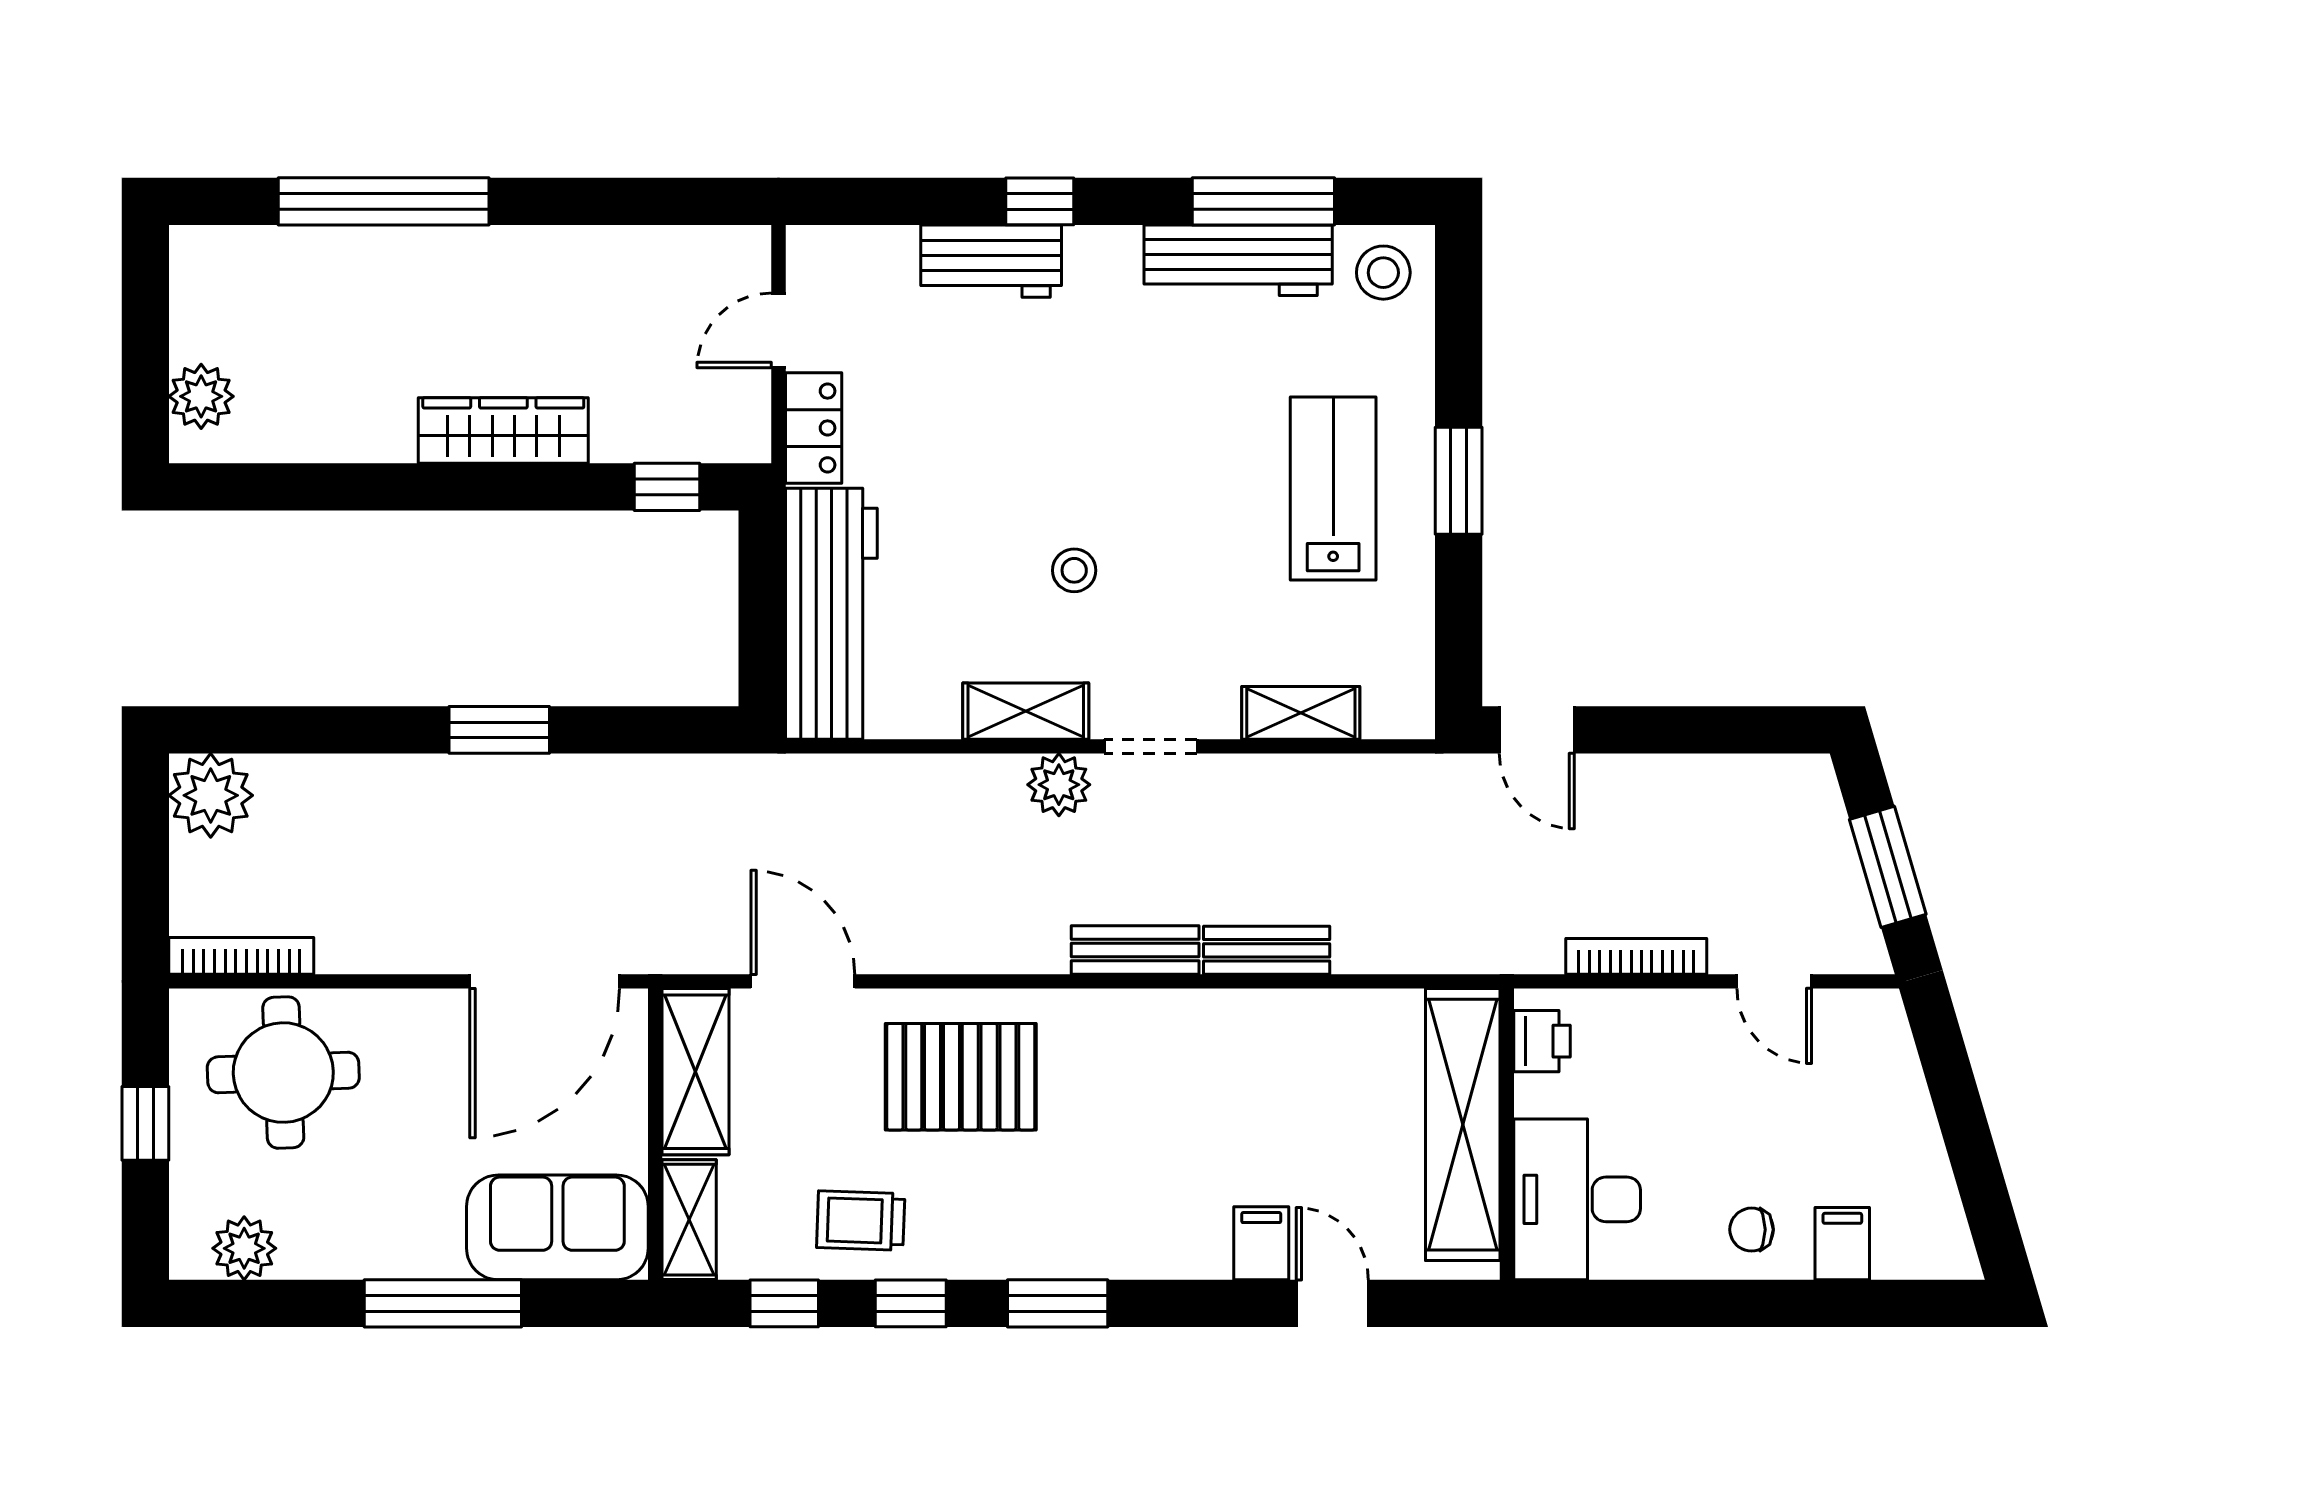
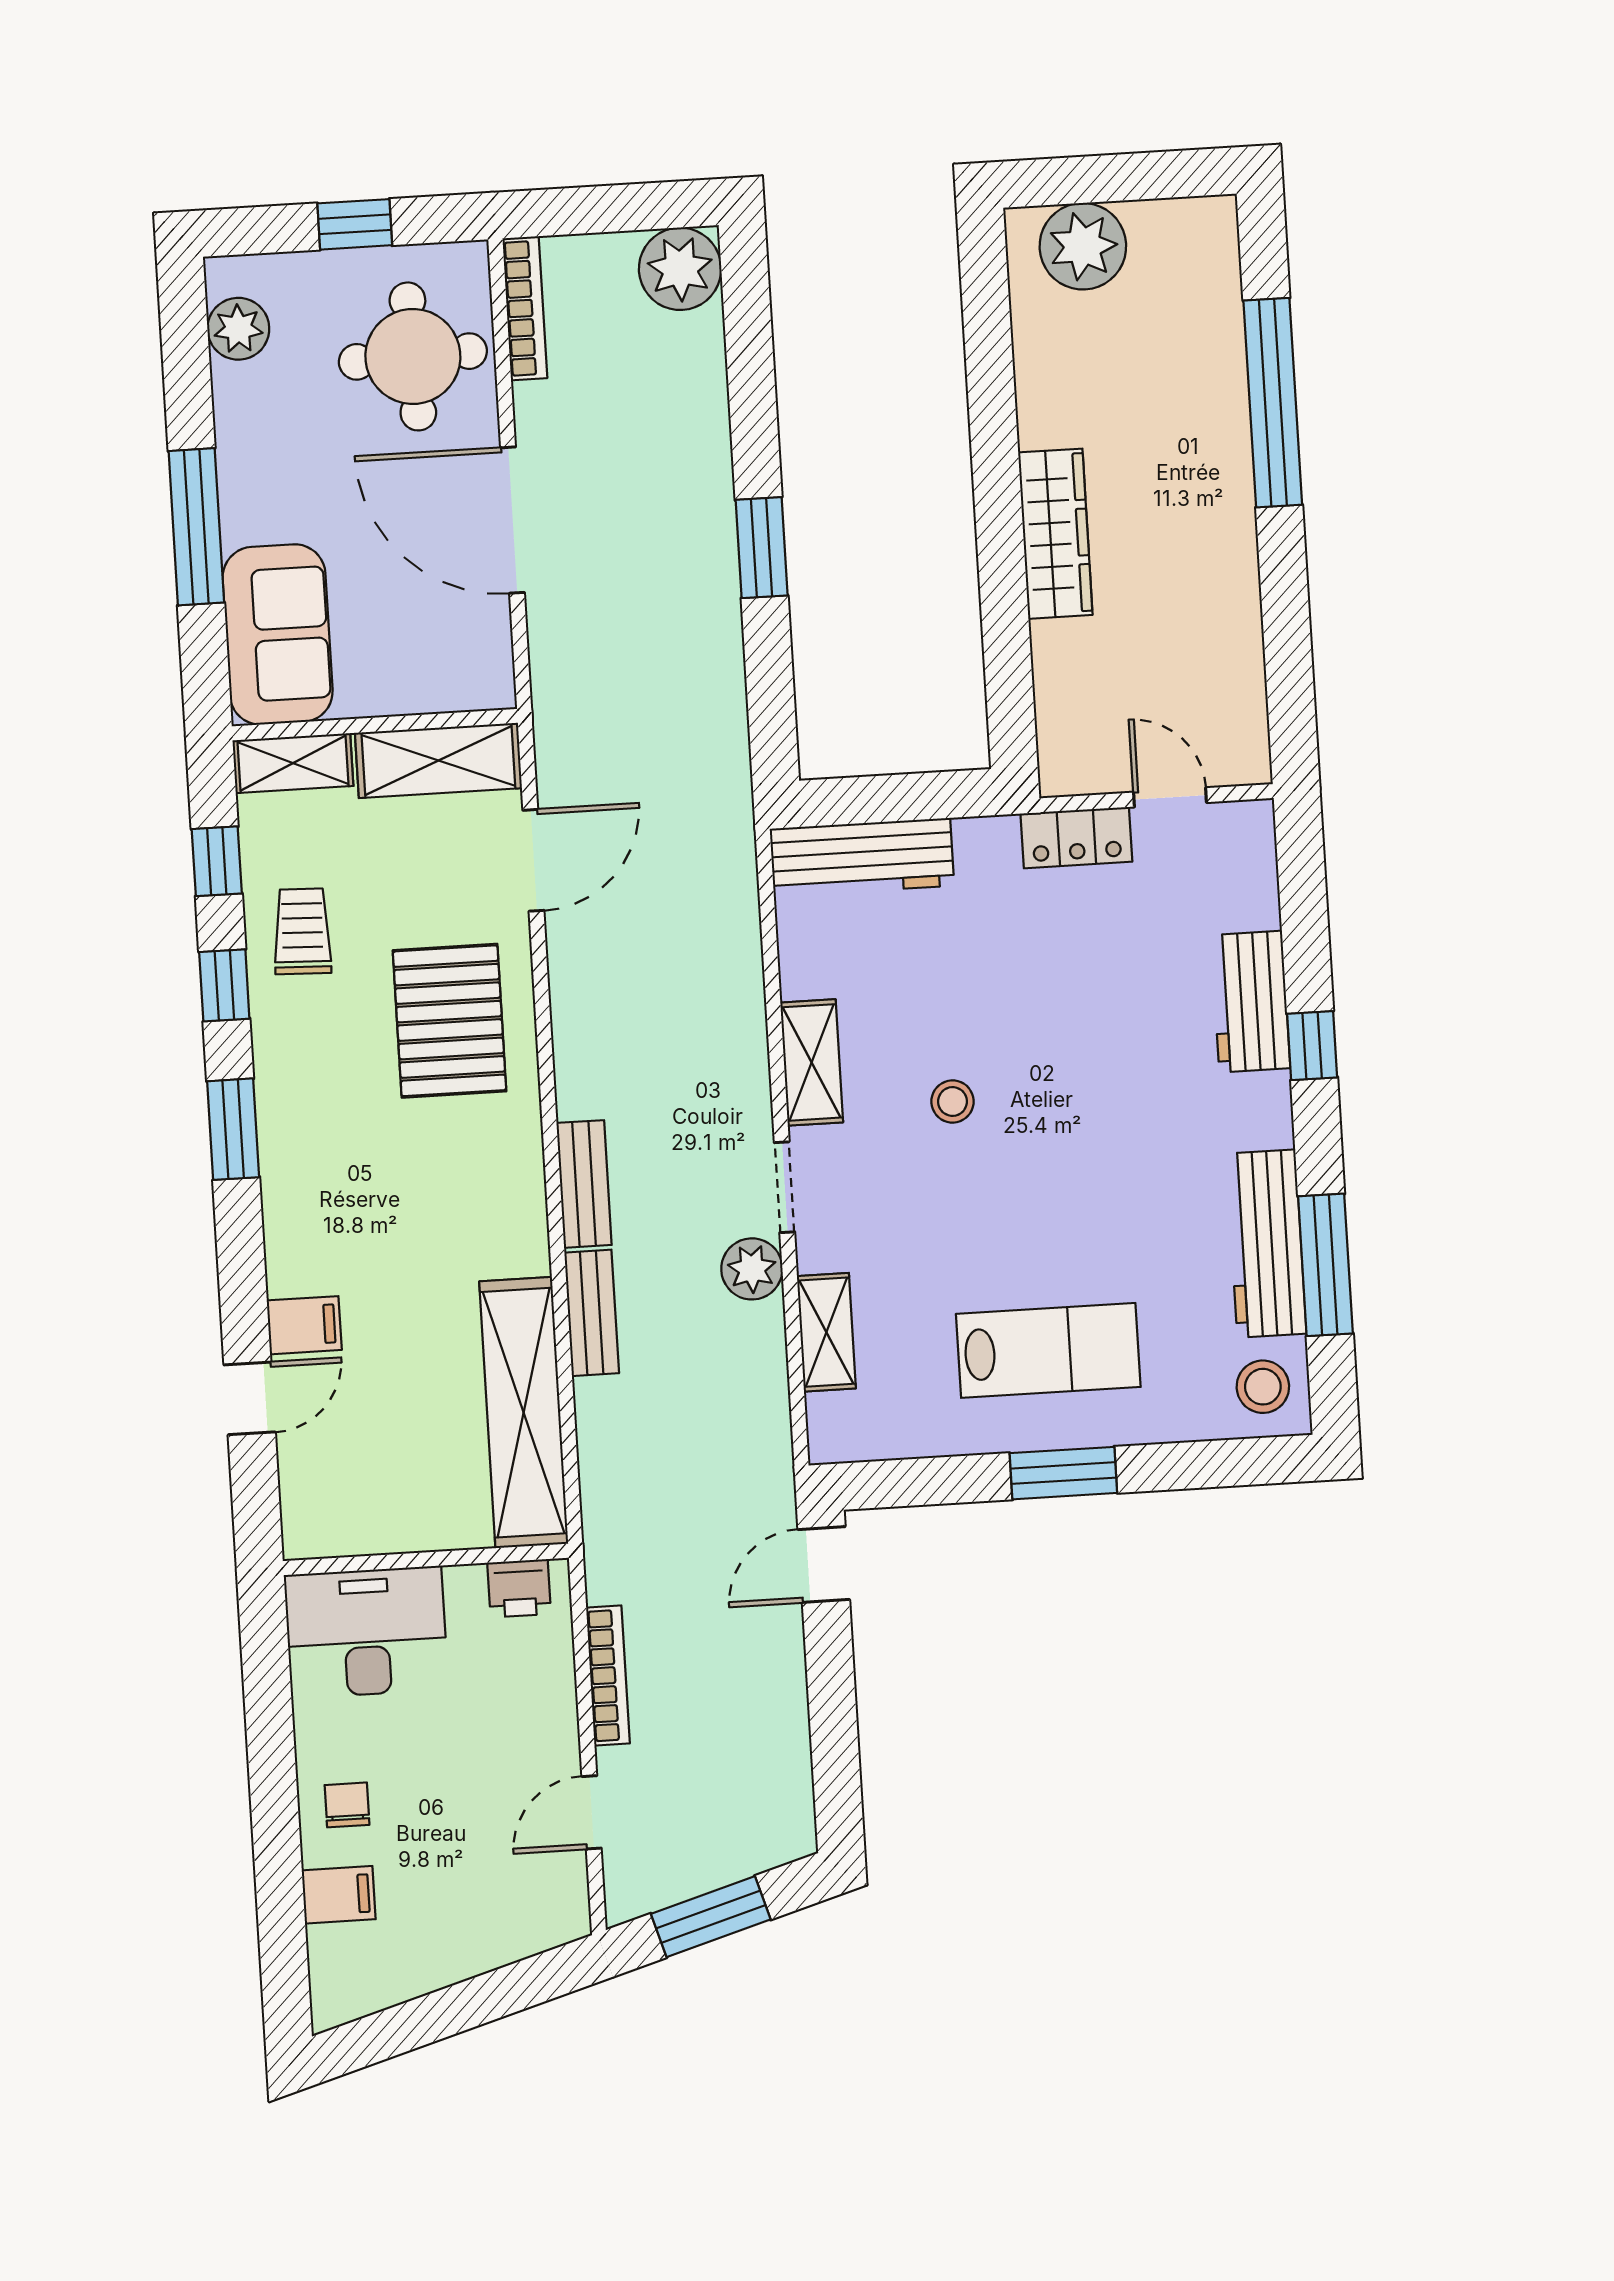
plant: (201, 396) -> (1083, 246), width x1.36, depth x1.36
window: (667, 487) -> (1010, 698), removed
workbench: (831, 614) -> (862, 857), width x0.73, depth x0.76
plant: (1059, 785) -> (752, 1269), moved
door: (545, 981) -> (513, 520), moved
shelving: (1463, 1125) -> (524, 1413), moved, turned 90

